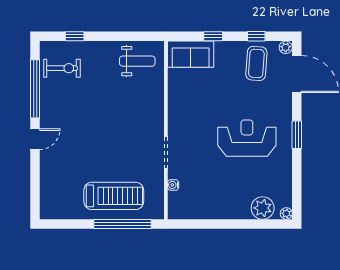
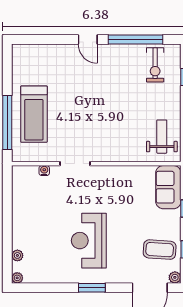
weight bench: (137, 61) -> (162, 137), turned 180
reception desk: (247, 138) -> (89, 241), turned 180
plant: (263, 208) -> (17, 255), width x0.53, depth x0.53

